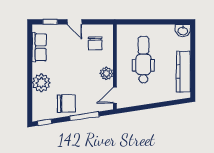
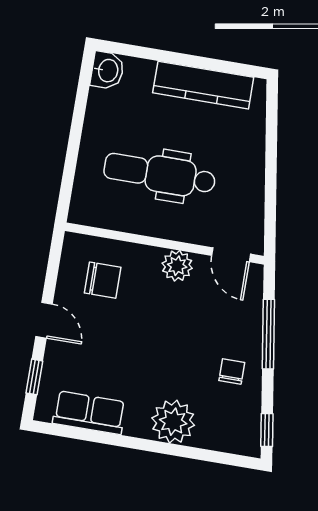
door: (74, 22) -> (44, 320), hinge flipped
chair: (66, 104) -> (232, 371), width x0.54, depth x0.54

